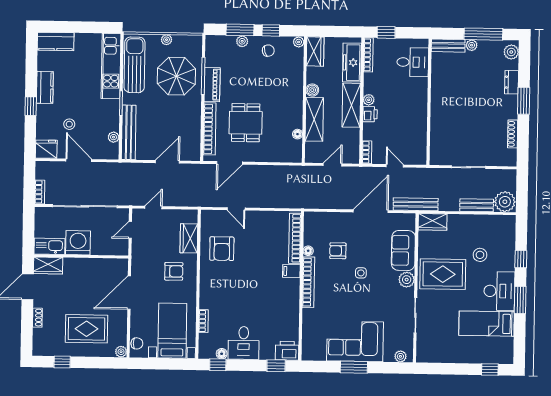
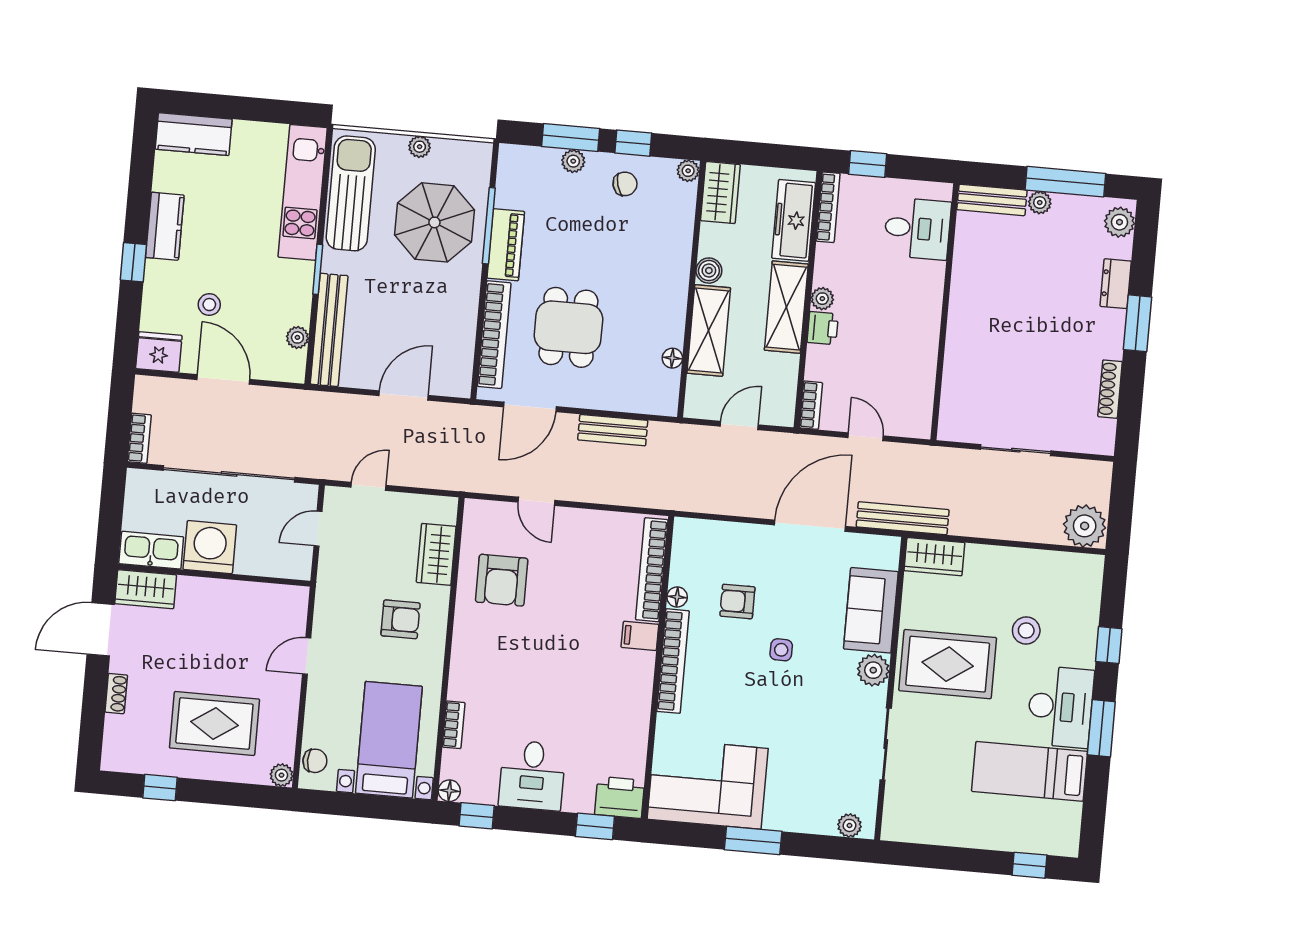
bench: (477, 205) -> (613, 430), moved
door: (129, 293) -> (307, 656), width x0.53
corner sofa: (355, 341) -> (708, 784), moved
floor lamp: (222, 354) -> (449, 791), moved

